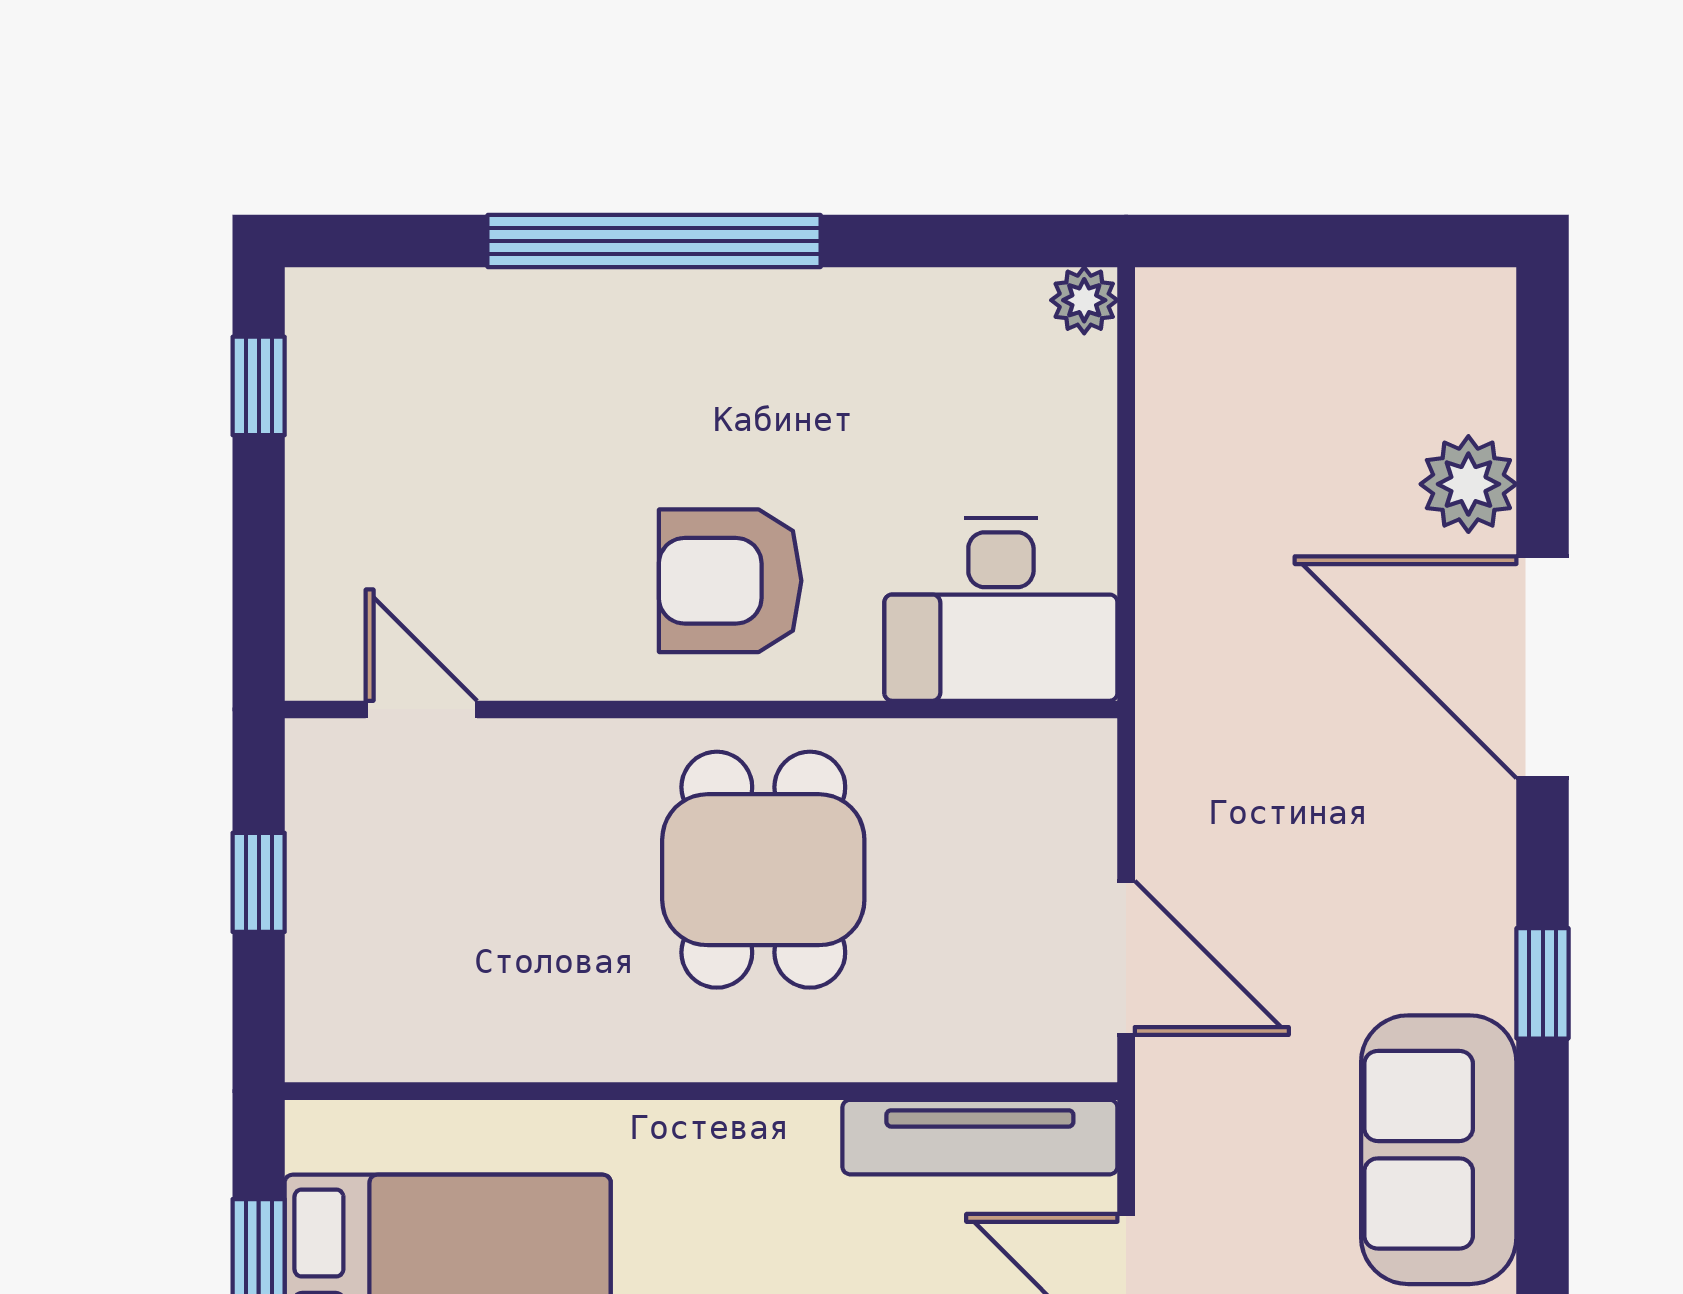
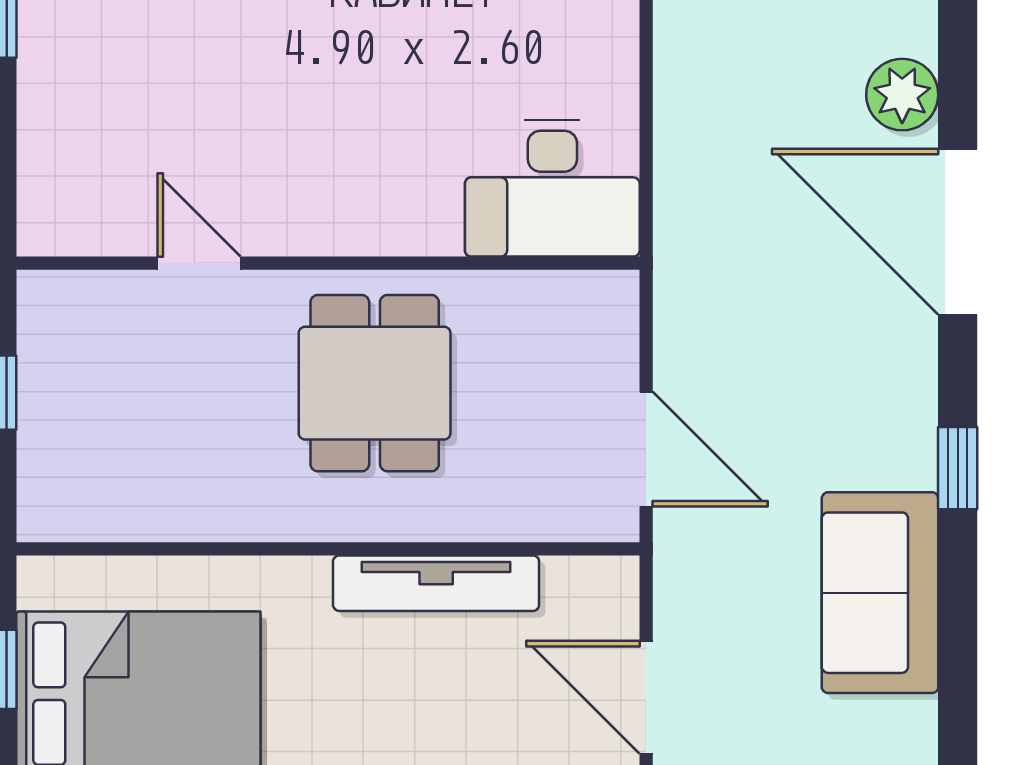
armchair: (730, 581) -> (350, 167), removed
door: (421, 709) -> (199, 263), moved
tv unit: (980, 1137) -> (436, 583), moved

